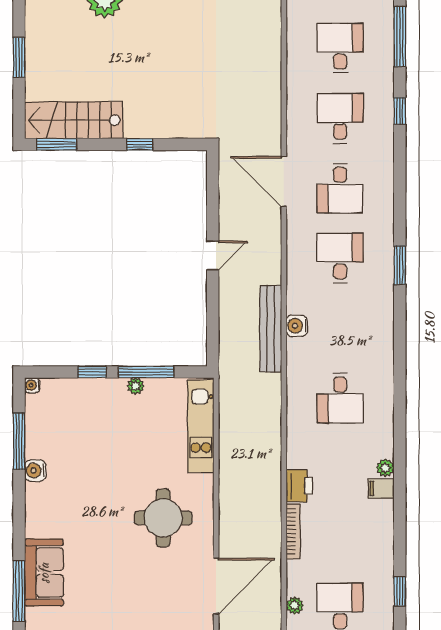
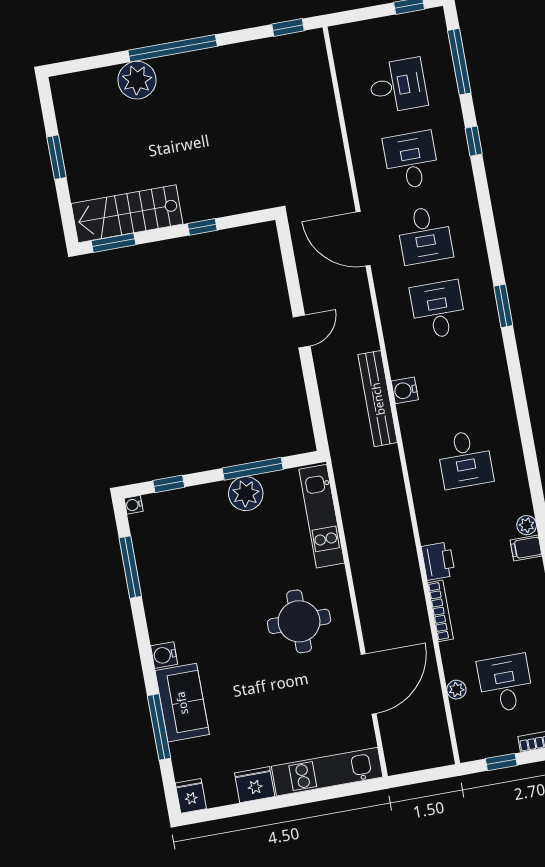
desk: (340, 48) -> (398, 86), turned 90
window: (92, 372) -> (169, 484), moved
plant: (136, 386) -> (246, 494), width x1.88, depth x1.88
water cooler: (35, 471) -> (164, 655), moved

